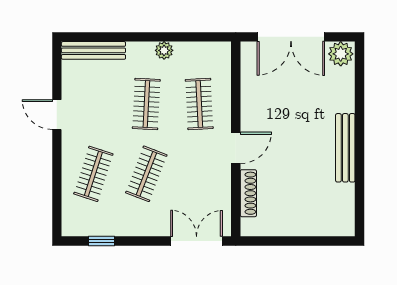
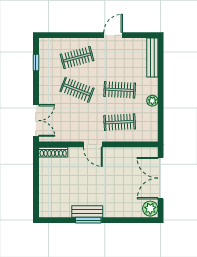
bench: (345, 148) -> (87, 211), width x0.73
window: (360, 155) -> (88, 220), added
clothes rail: (93, 174) -> (77, 57), turned -33
shoe rack: (248, 193) -> (53, 152), moved

